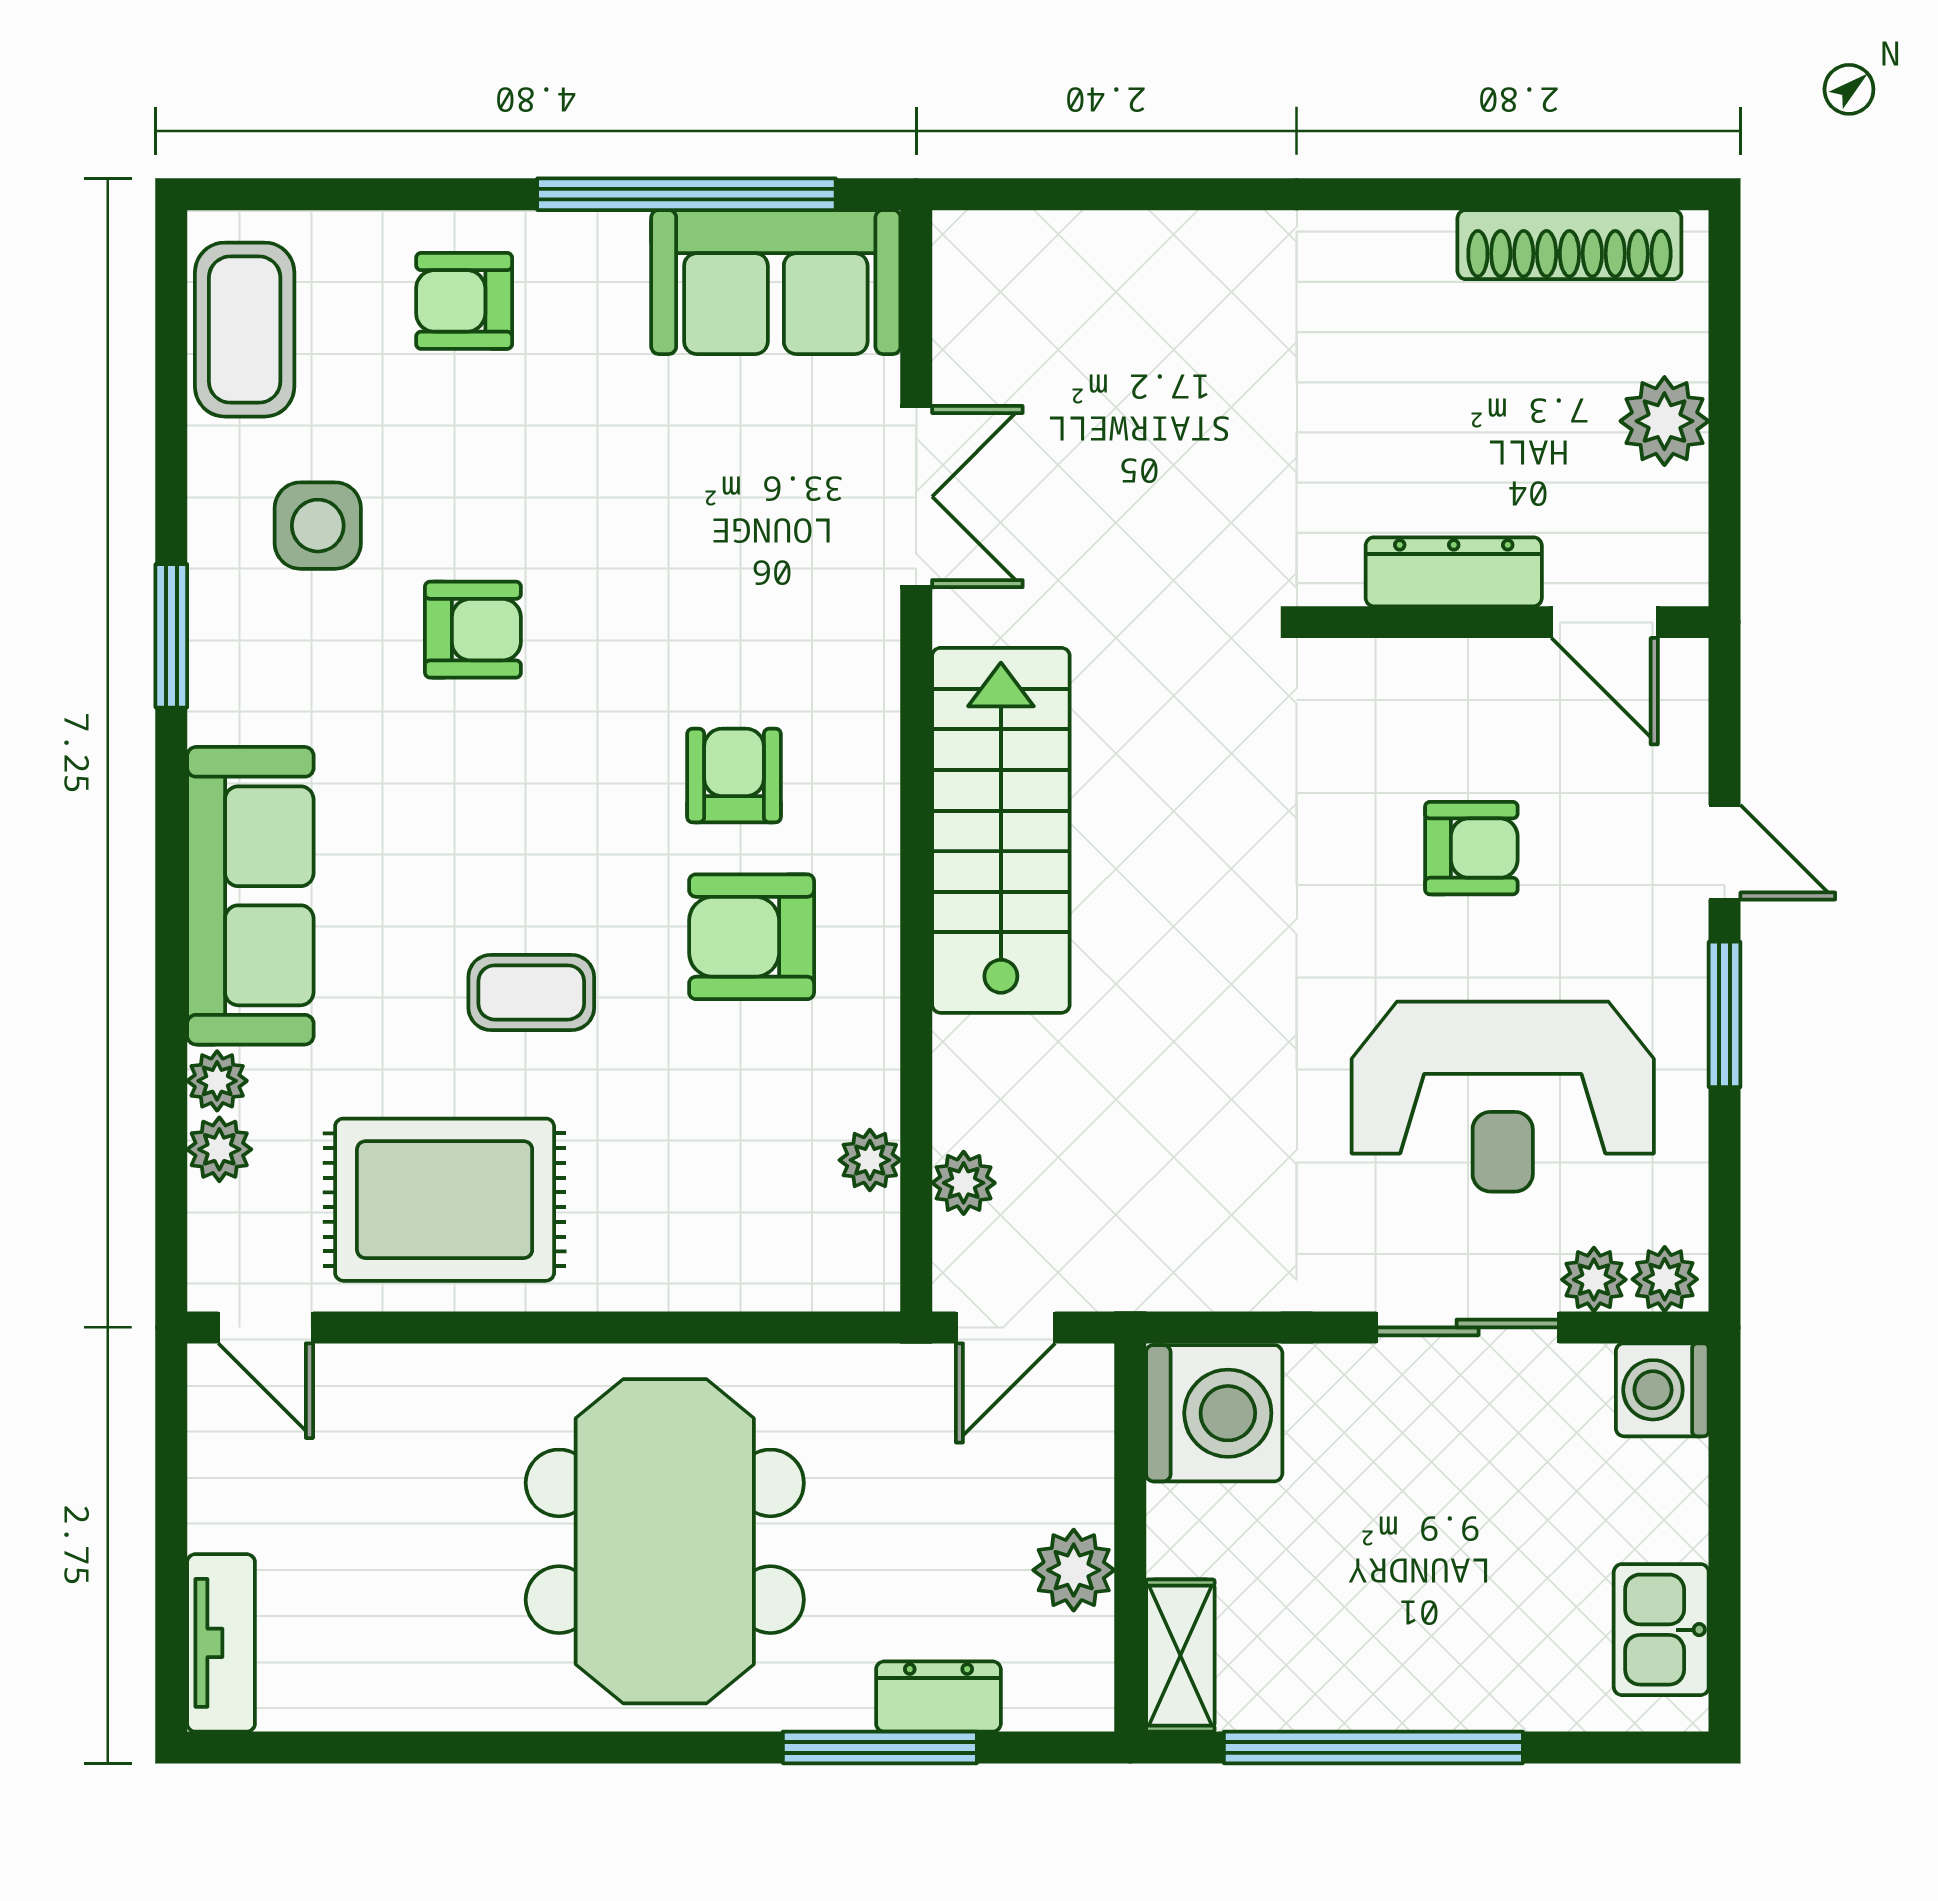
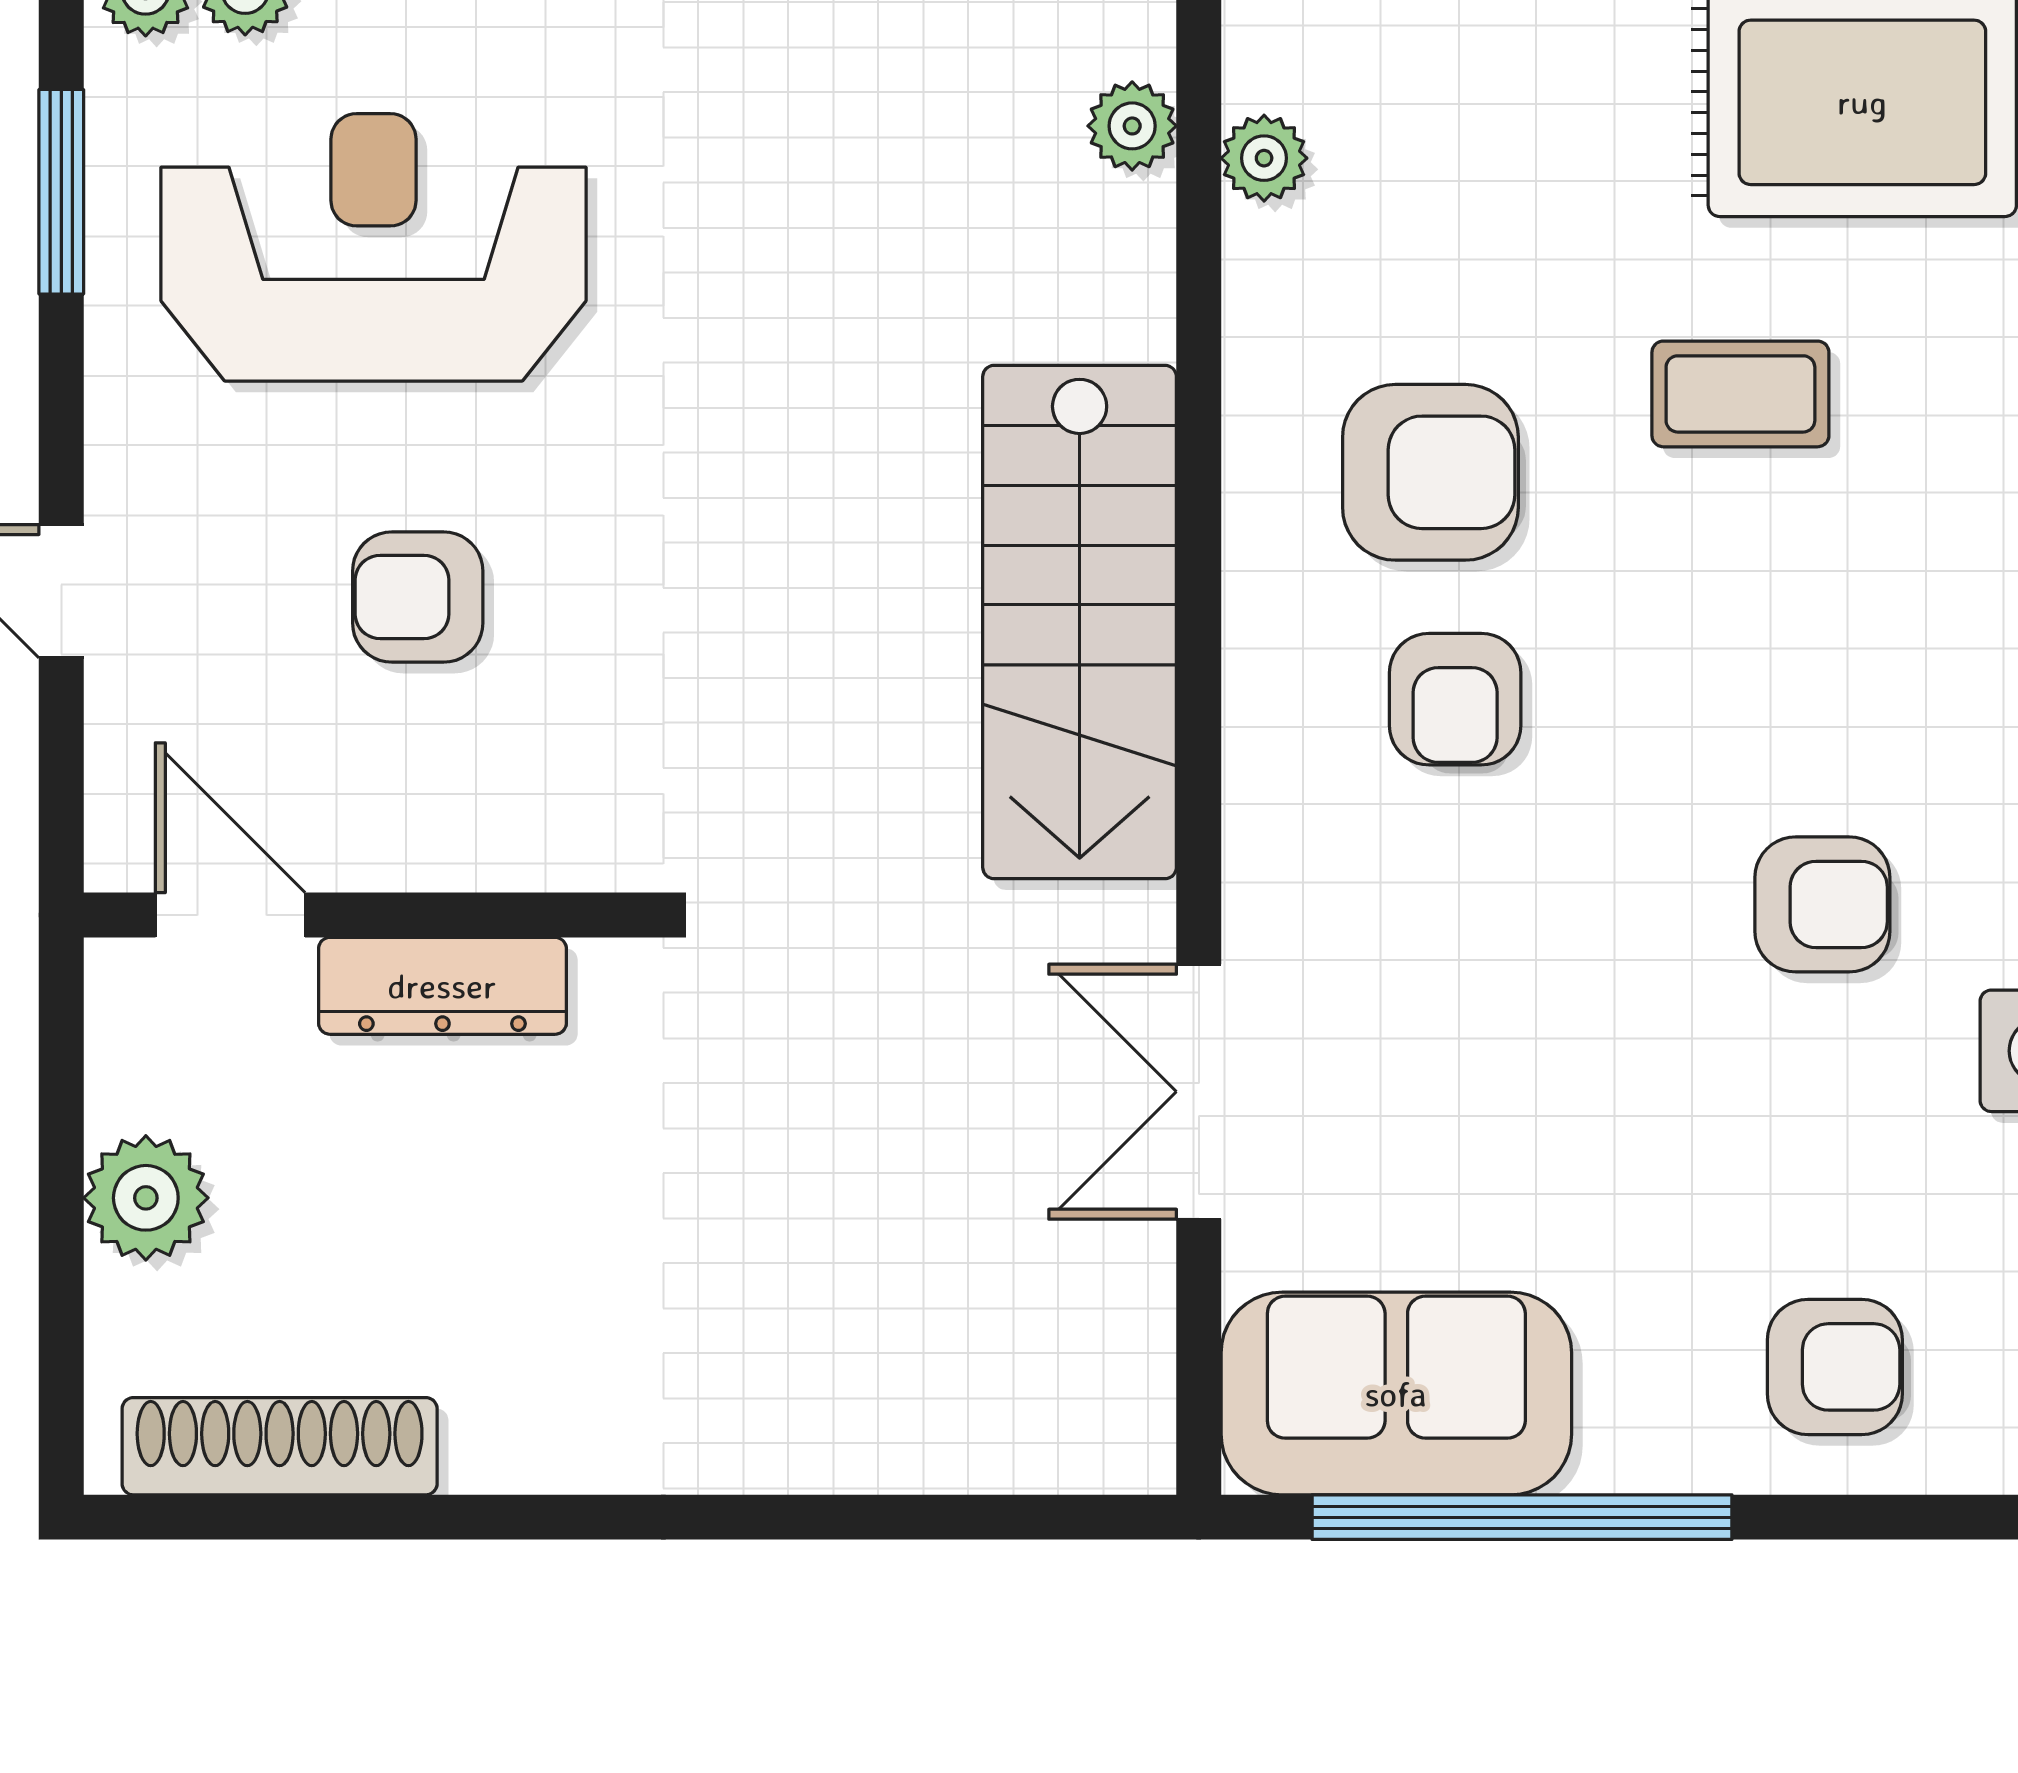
armchair: (473, 630) -> (1822, 904), turned 180
window: (1725, 1014) -> (61, 192), moved

